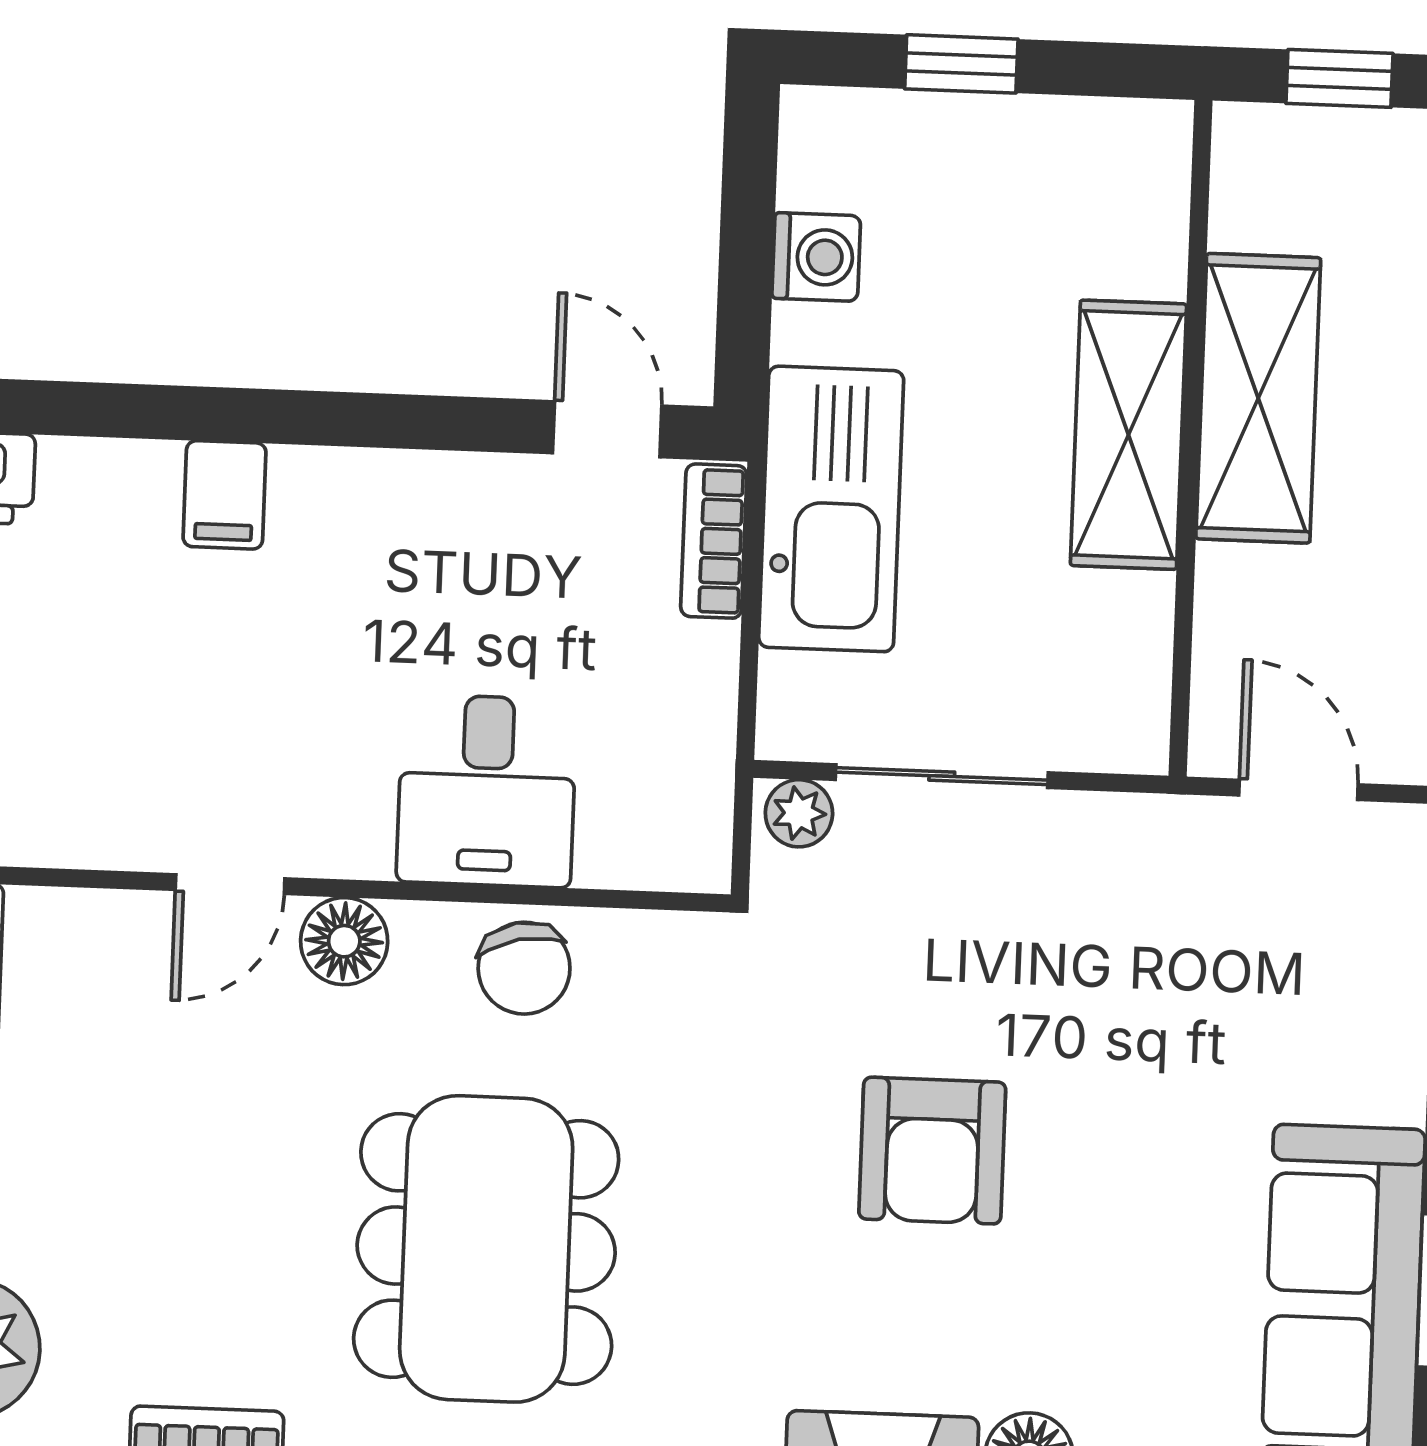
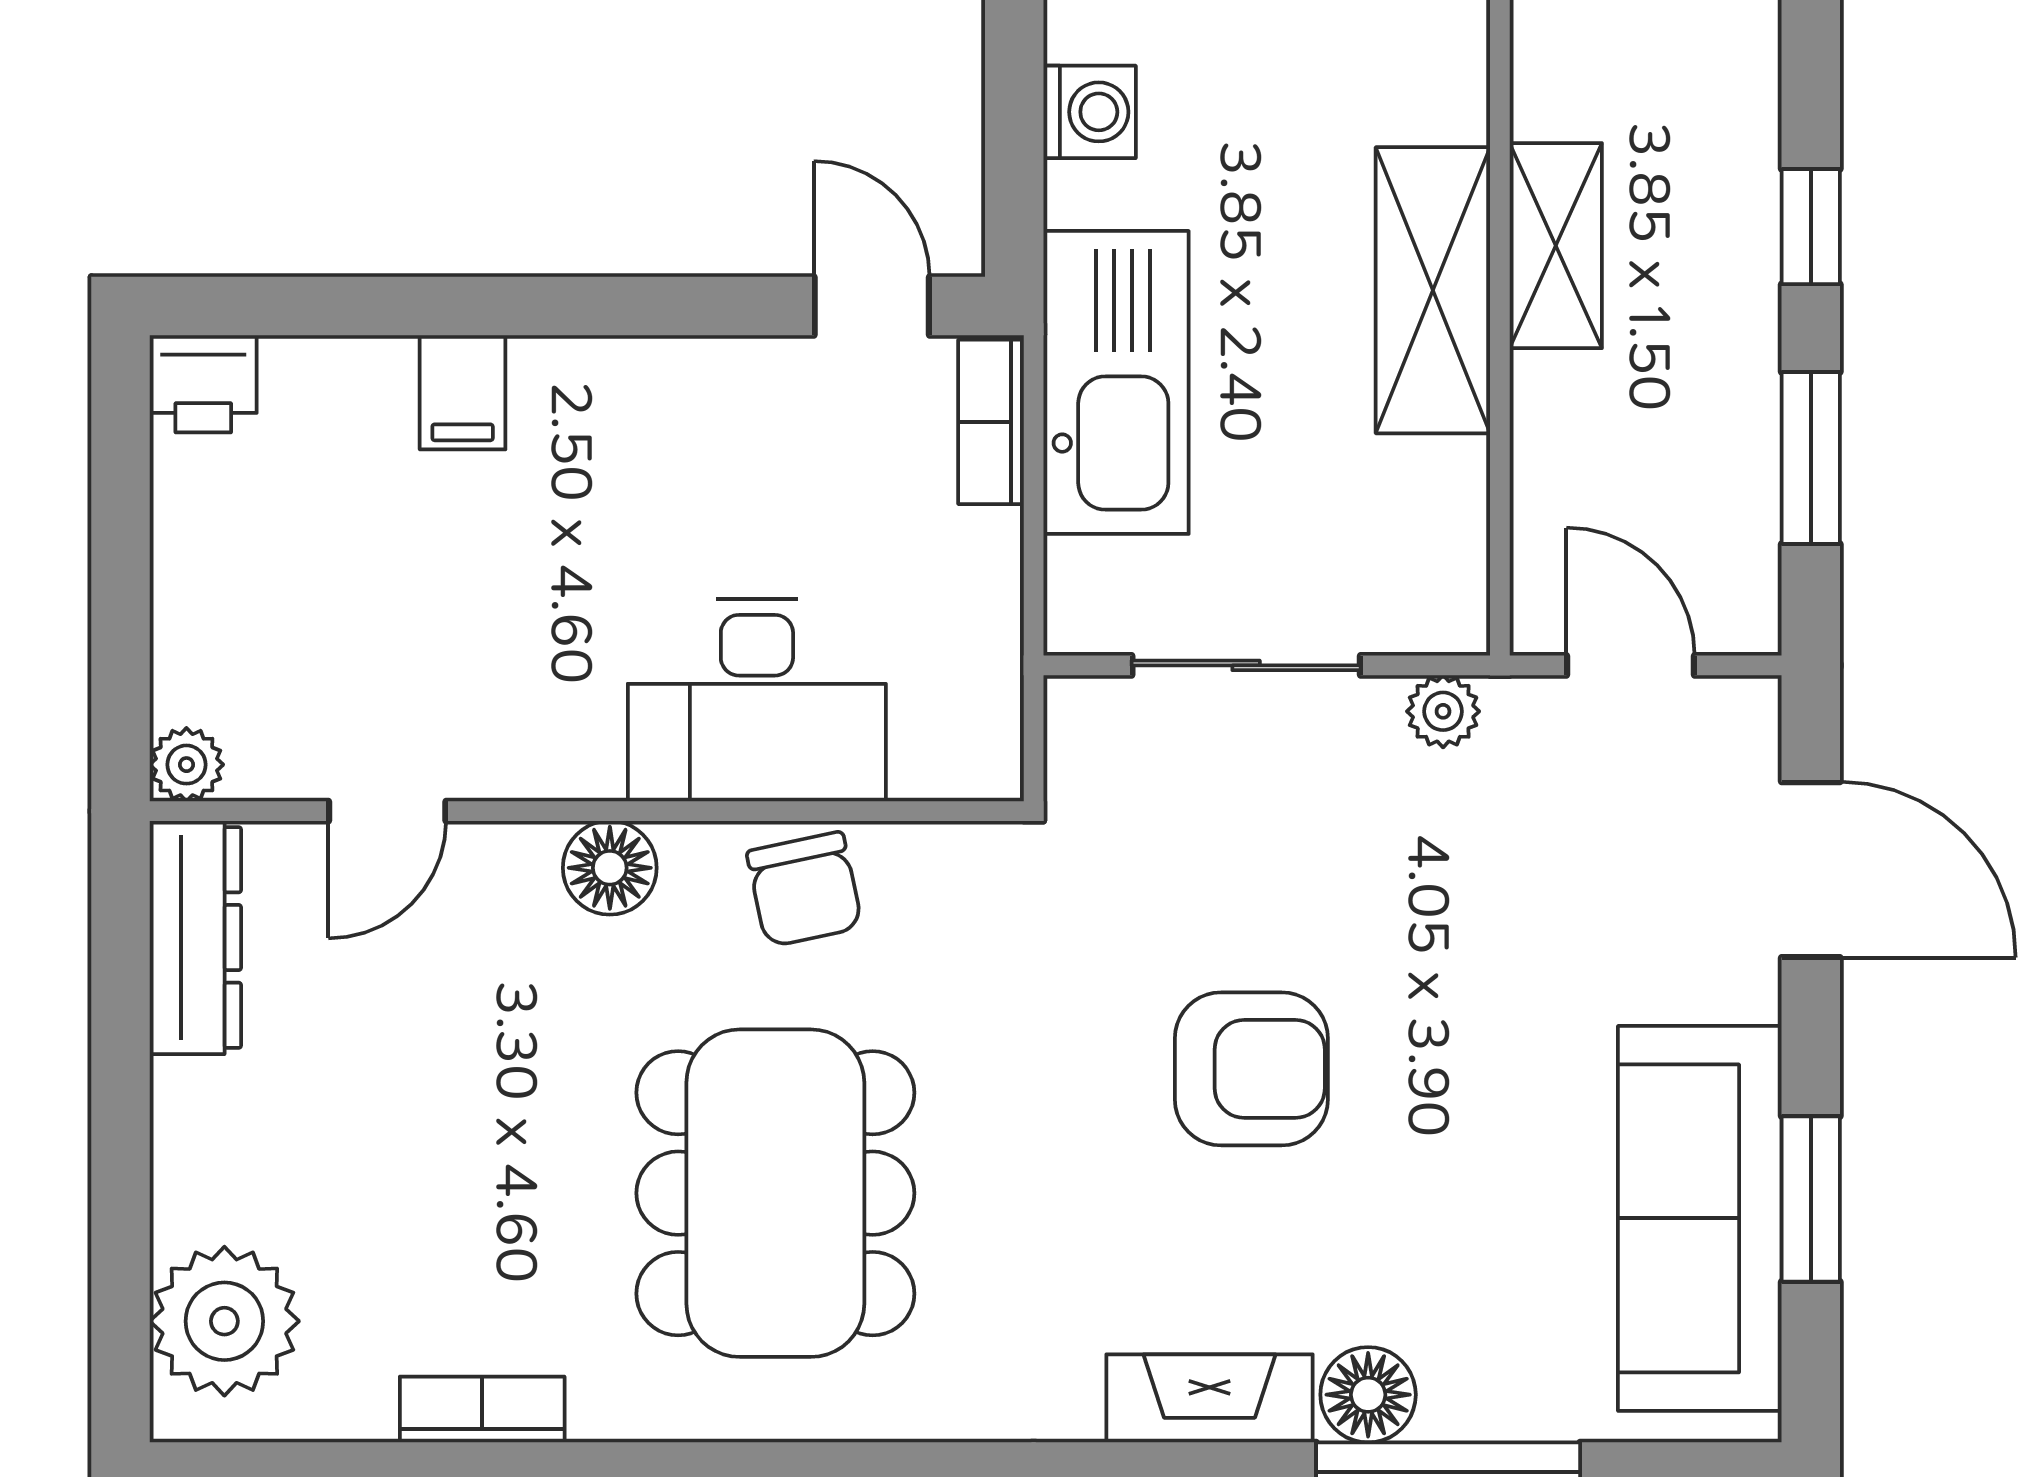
shelving: (1258, 398) -> (1556, 246), width x0.67, depth x0.75
desk: (487, 791) -> (757, 700), width x1.37
plant: (799, 813) -> (1443, 711), moved
door: (230, 884) -> (387, 811), moved
armchair: (932, 1151) -> (1251, 1069), turned -90

